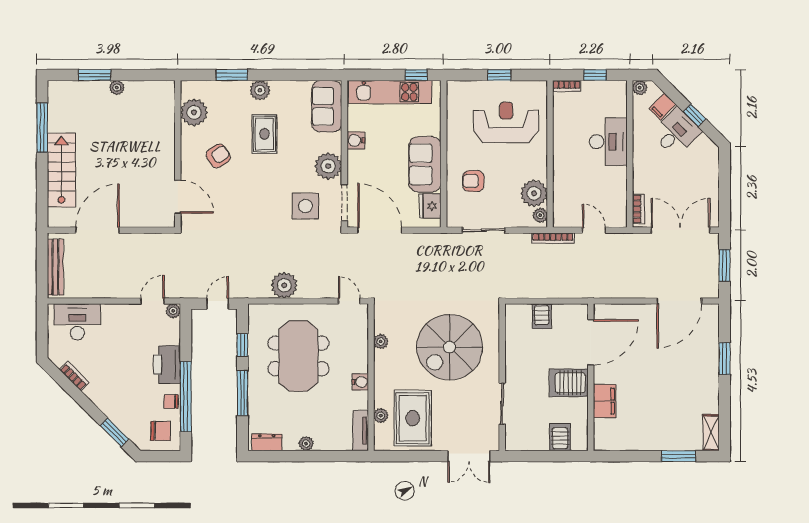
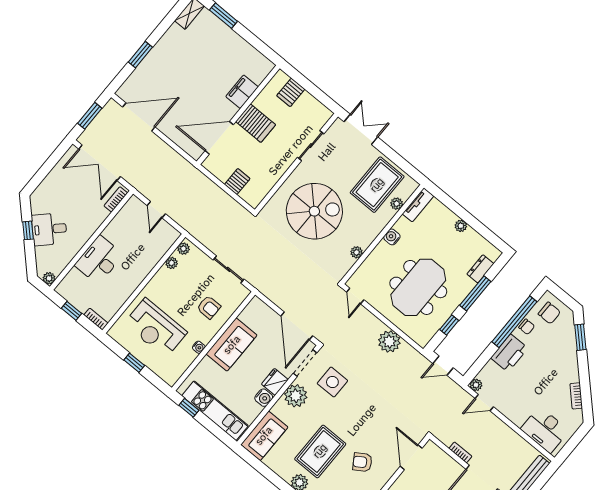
filing cabinet: (663, 106) -> (44, 254), removed
rug: (264, 134) -> (320, 451), width x1.36, depth x1.43
water cooler: (452, 137) -> (199, 347), added
plant: (534, 193) -> (172, 263), width x0.53, depth x0.53
fridge: (430, 206) -> (275, 382), moved, turned 180
bookcase: (553, 238) -> (460, 452), moved, width x0.64
chair: (161, 431) -> (549, 313), turned 180
dresser: (267, 442) -> (480, 269), moved, turned 90

